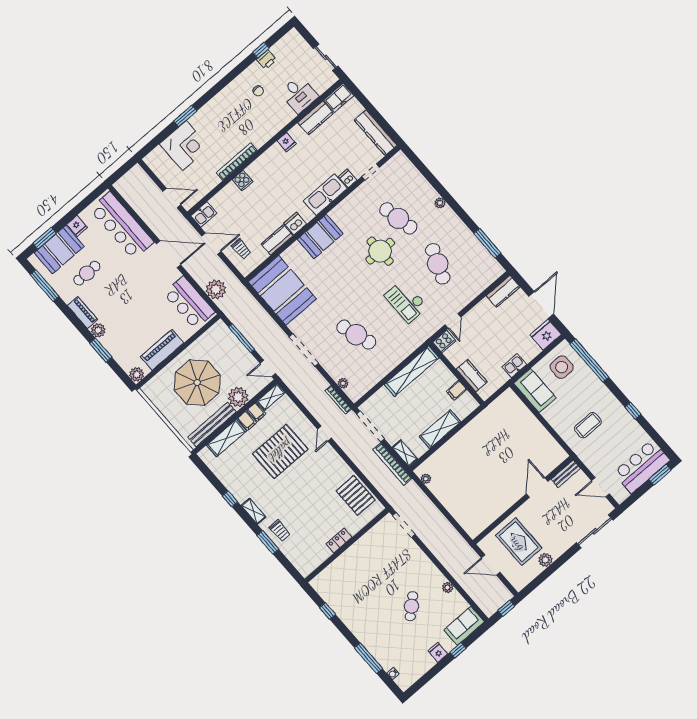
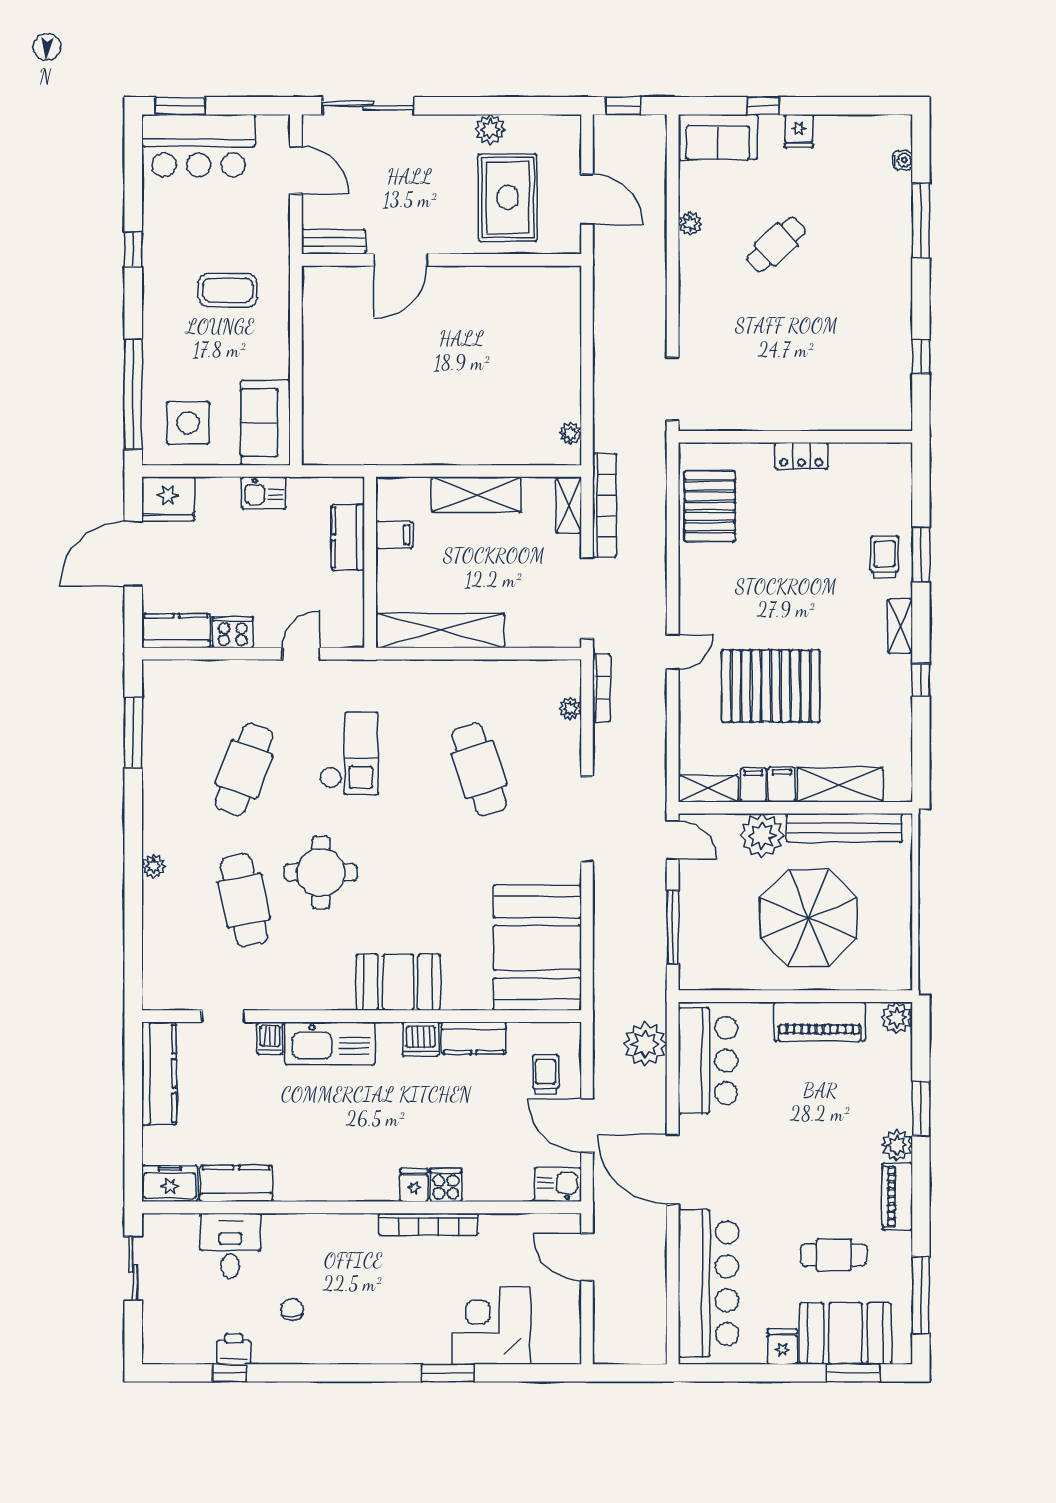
fridge: (286, 142) -> (414, 1185), moved
cooker: (444, 342) -> (233, 632), moved

